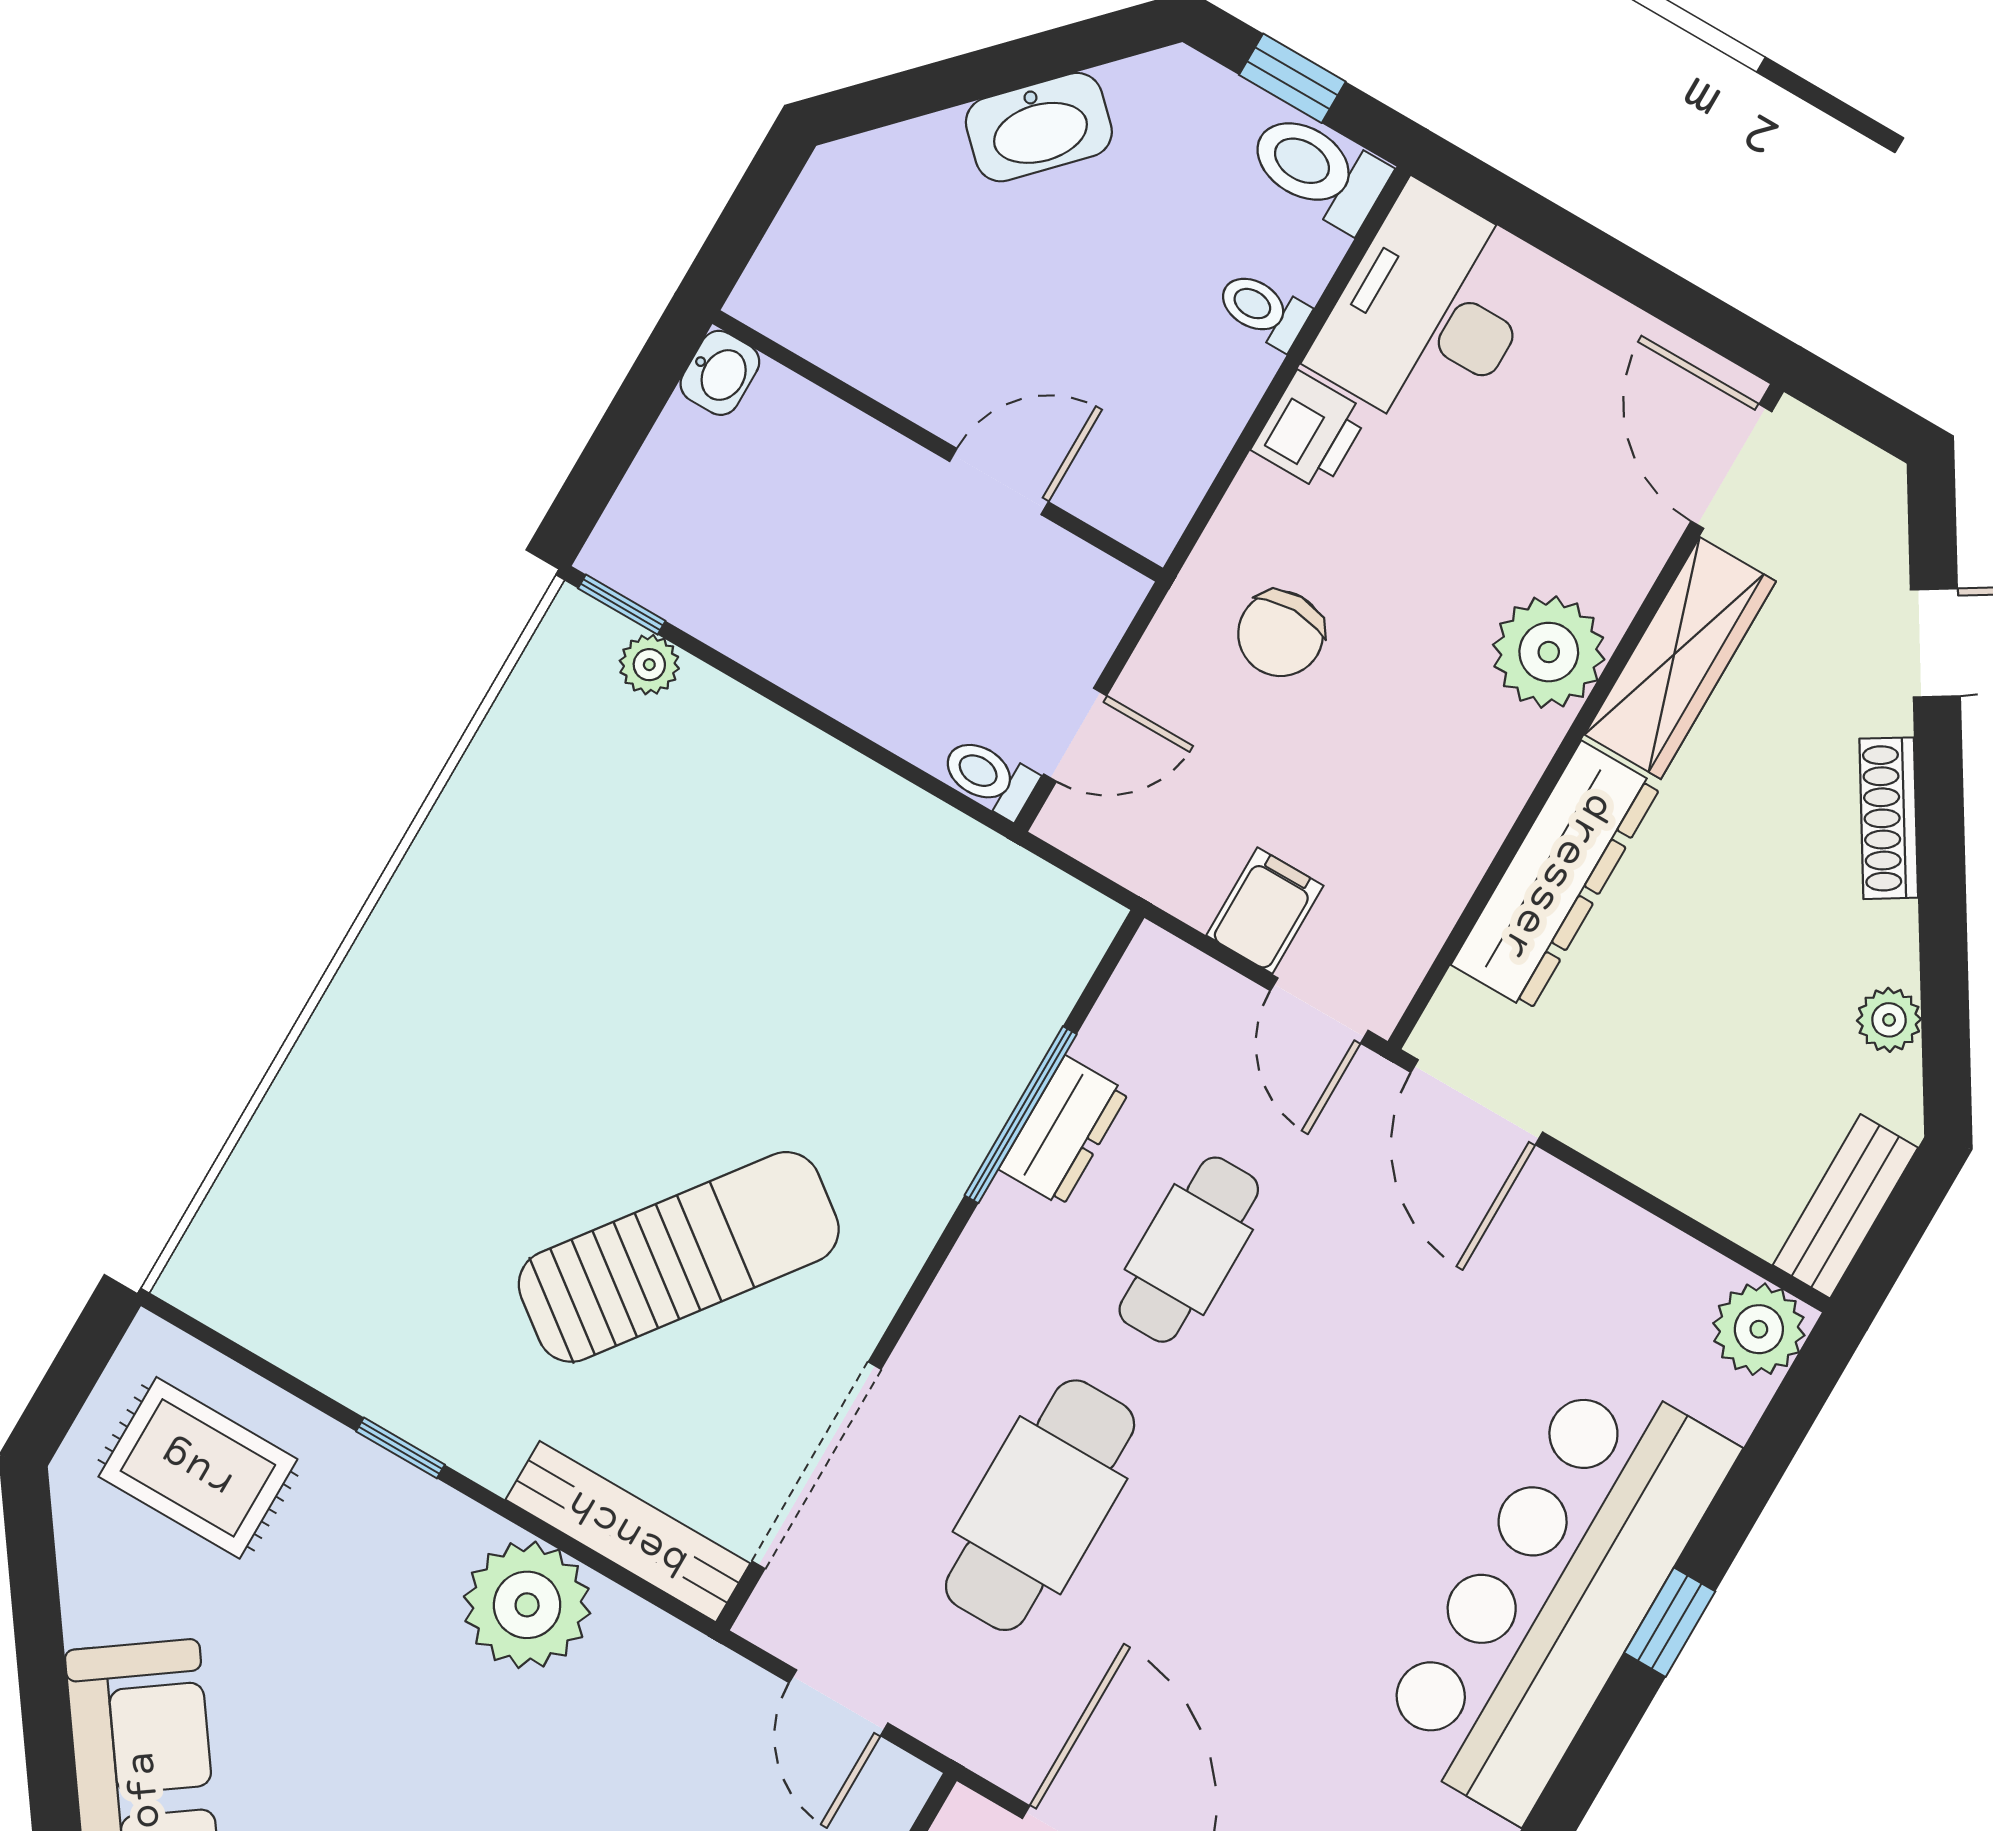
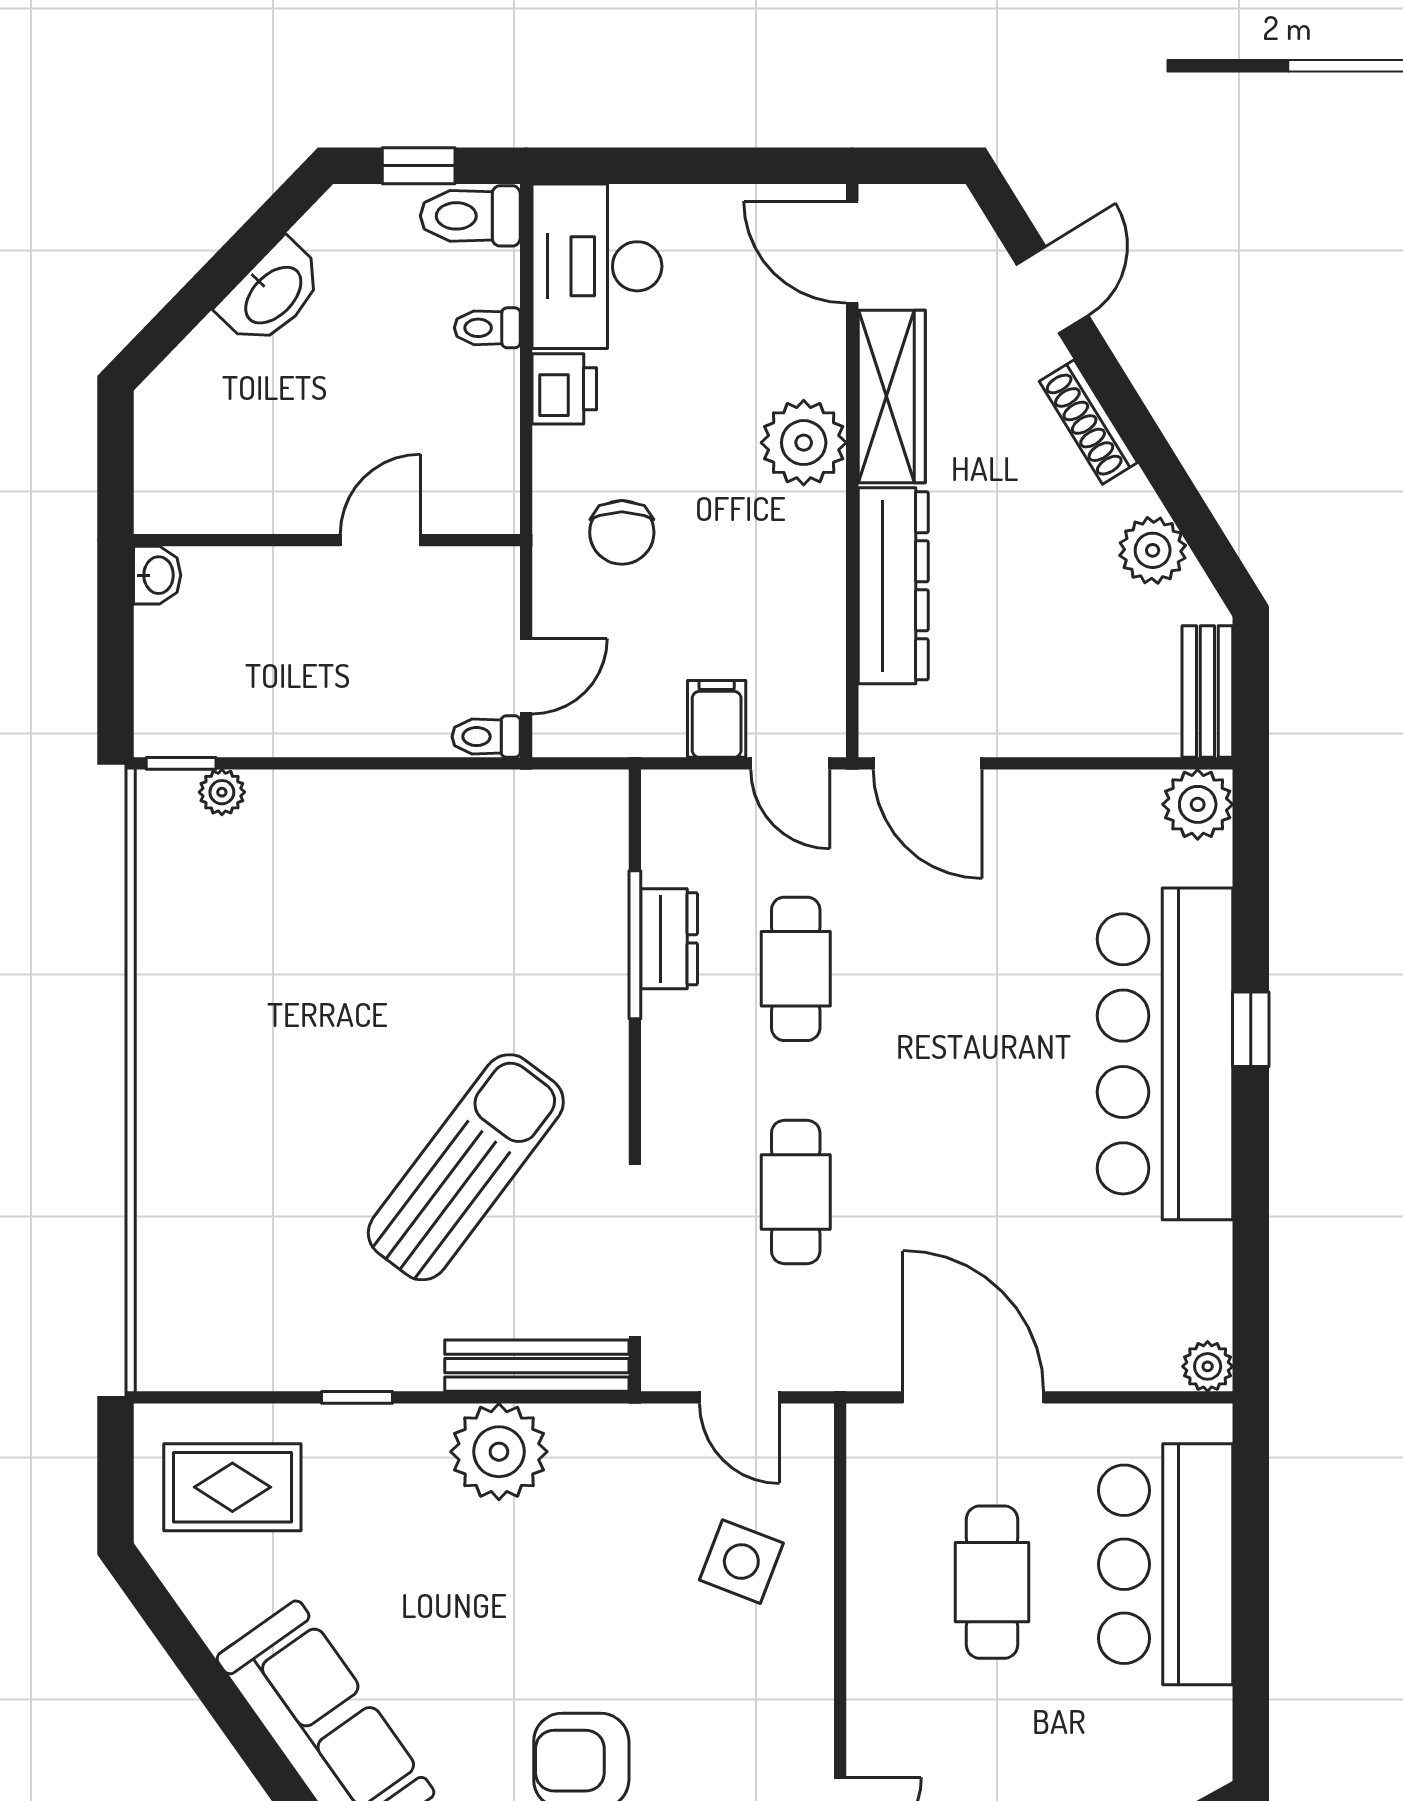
plant: (1889, 1020) -> (1153, 550), width x1.38, depth x1.38
cafe table: (1040, 1505) -> (796, 1192), width x0.73, depth x0.74

